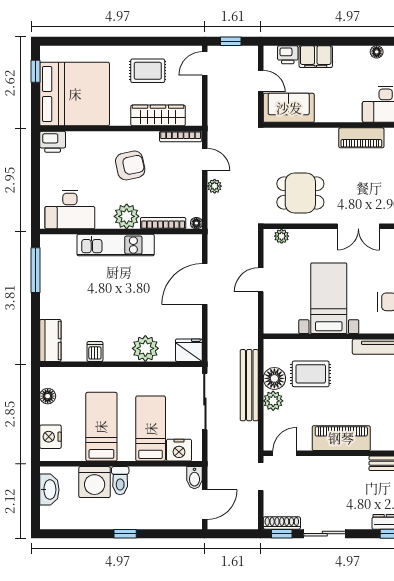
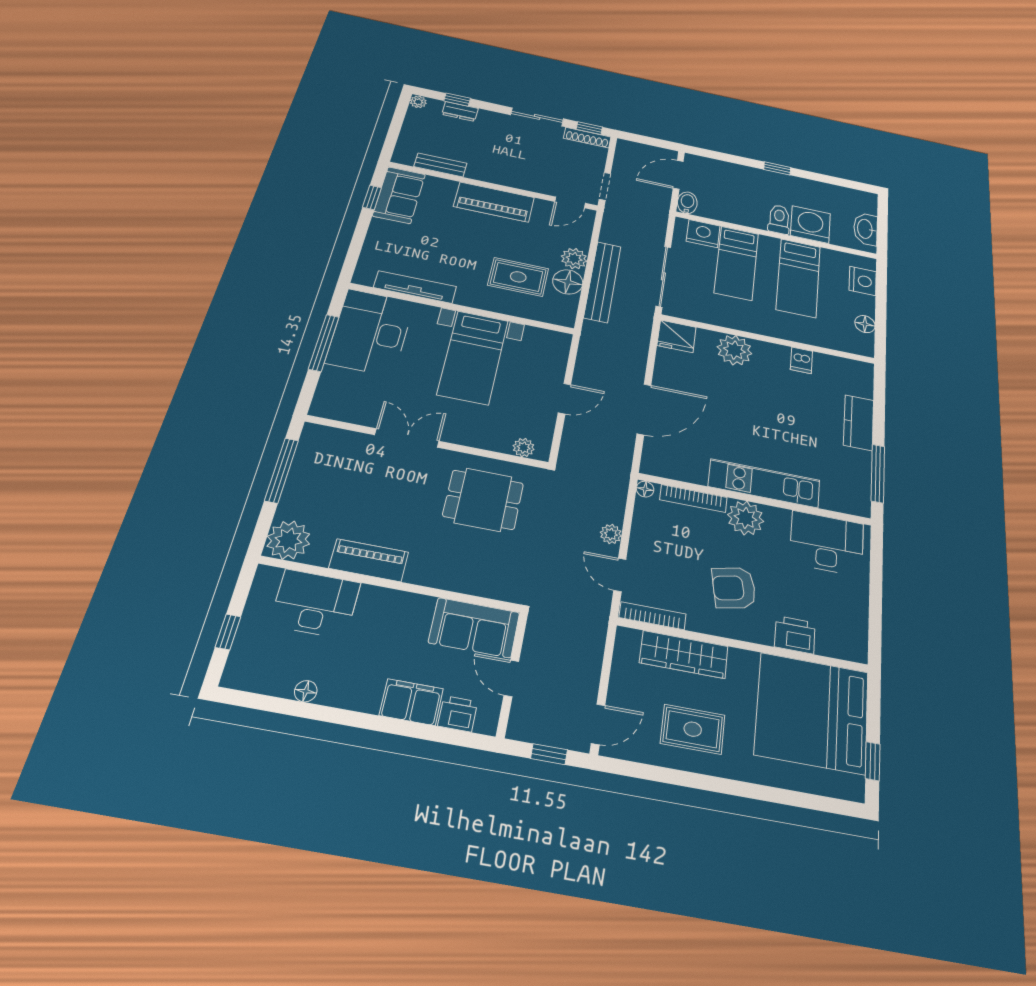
printer: (53, 142) -> (795, 635), moved
kitchen counter: (50, 341) -> (859, 423), moved

